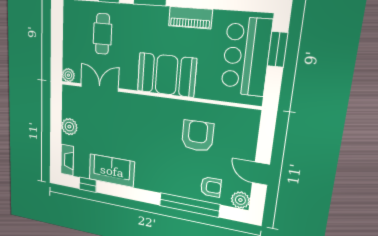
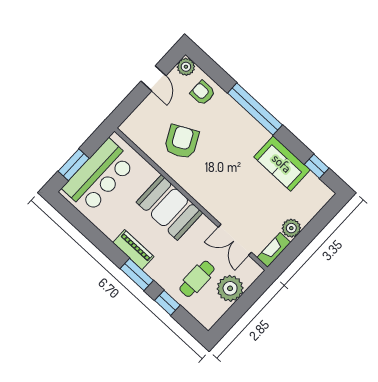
piano: (190, 18) -> (133, 250), moved
plant: (68, 75) -> (230, 288), moved, width x1.88, depth x1.88
armchair: (198, 136) -> (182, 142), turned 153
fireplace: (67, 160) -> (274, 250), moved
window: (189, 205) -> (255, 109), moved

